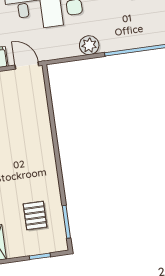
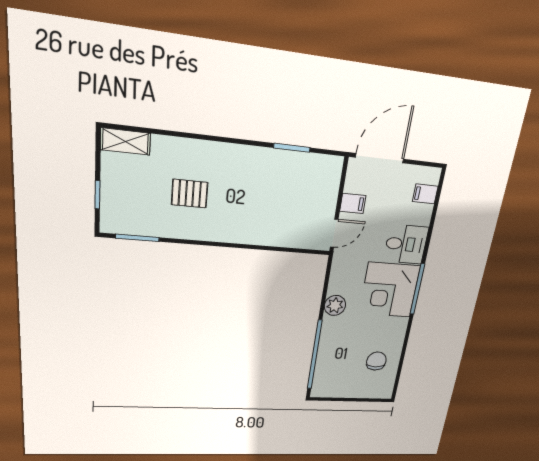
pallet: (35, 216) -> (190, 194), moved

